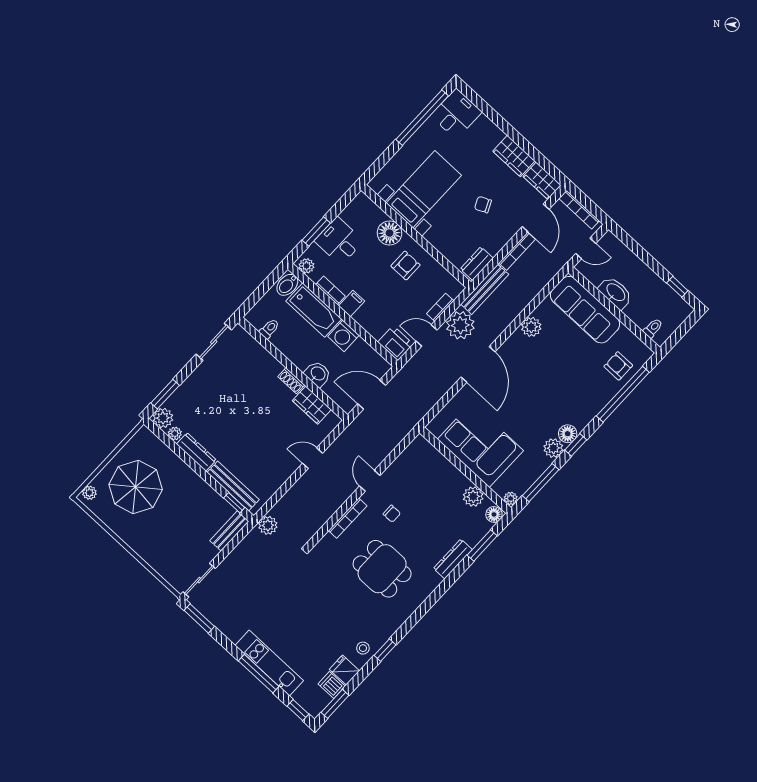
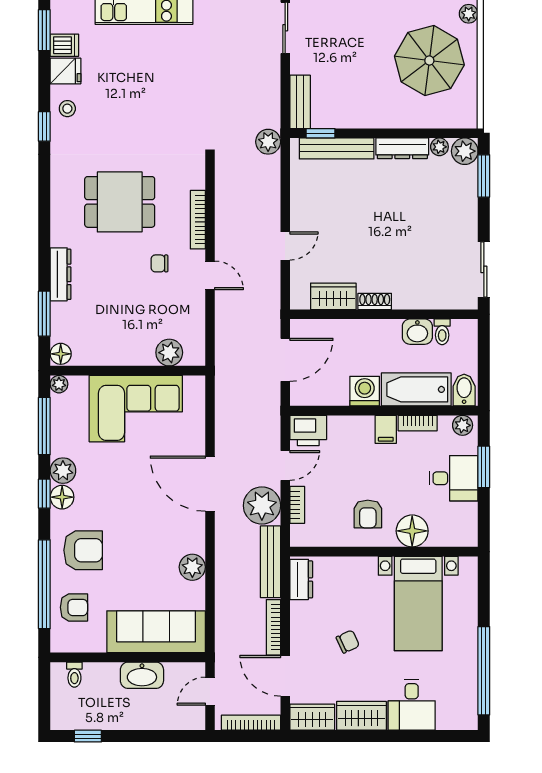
desk: (456, 114) -> (412, 705), moved
washbasin: (318, 374) -> (417, 332), moved
armchair: (583, 393) -> (83, 550), added
plant: (473, 497) -> (169, 353), moved

